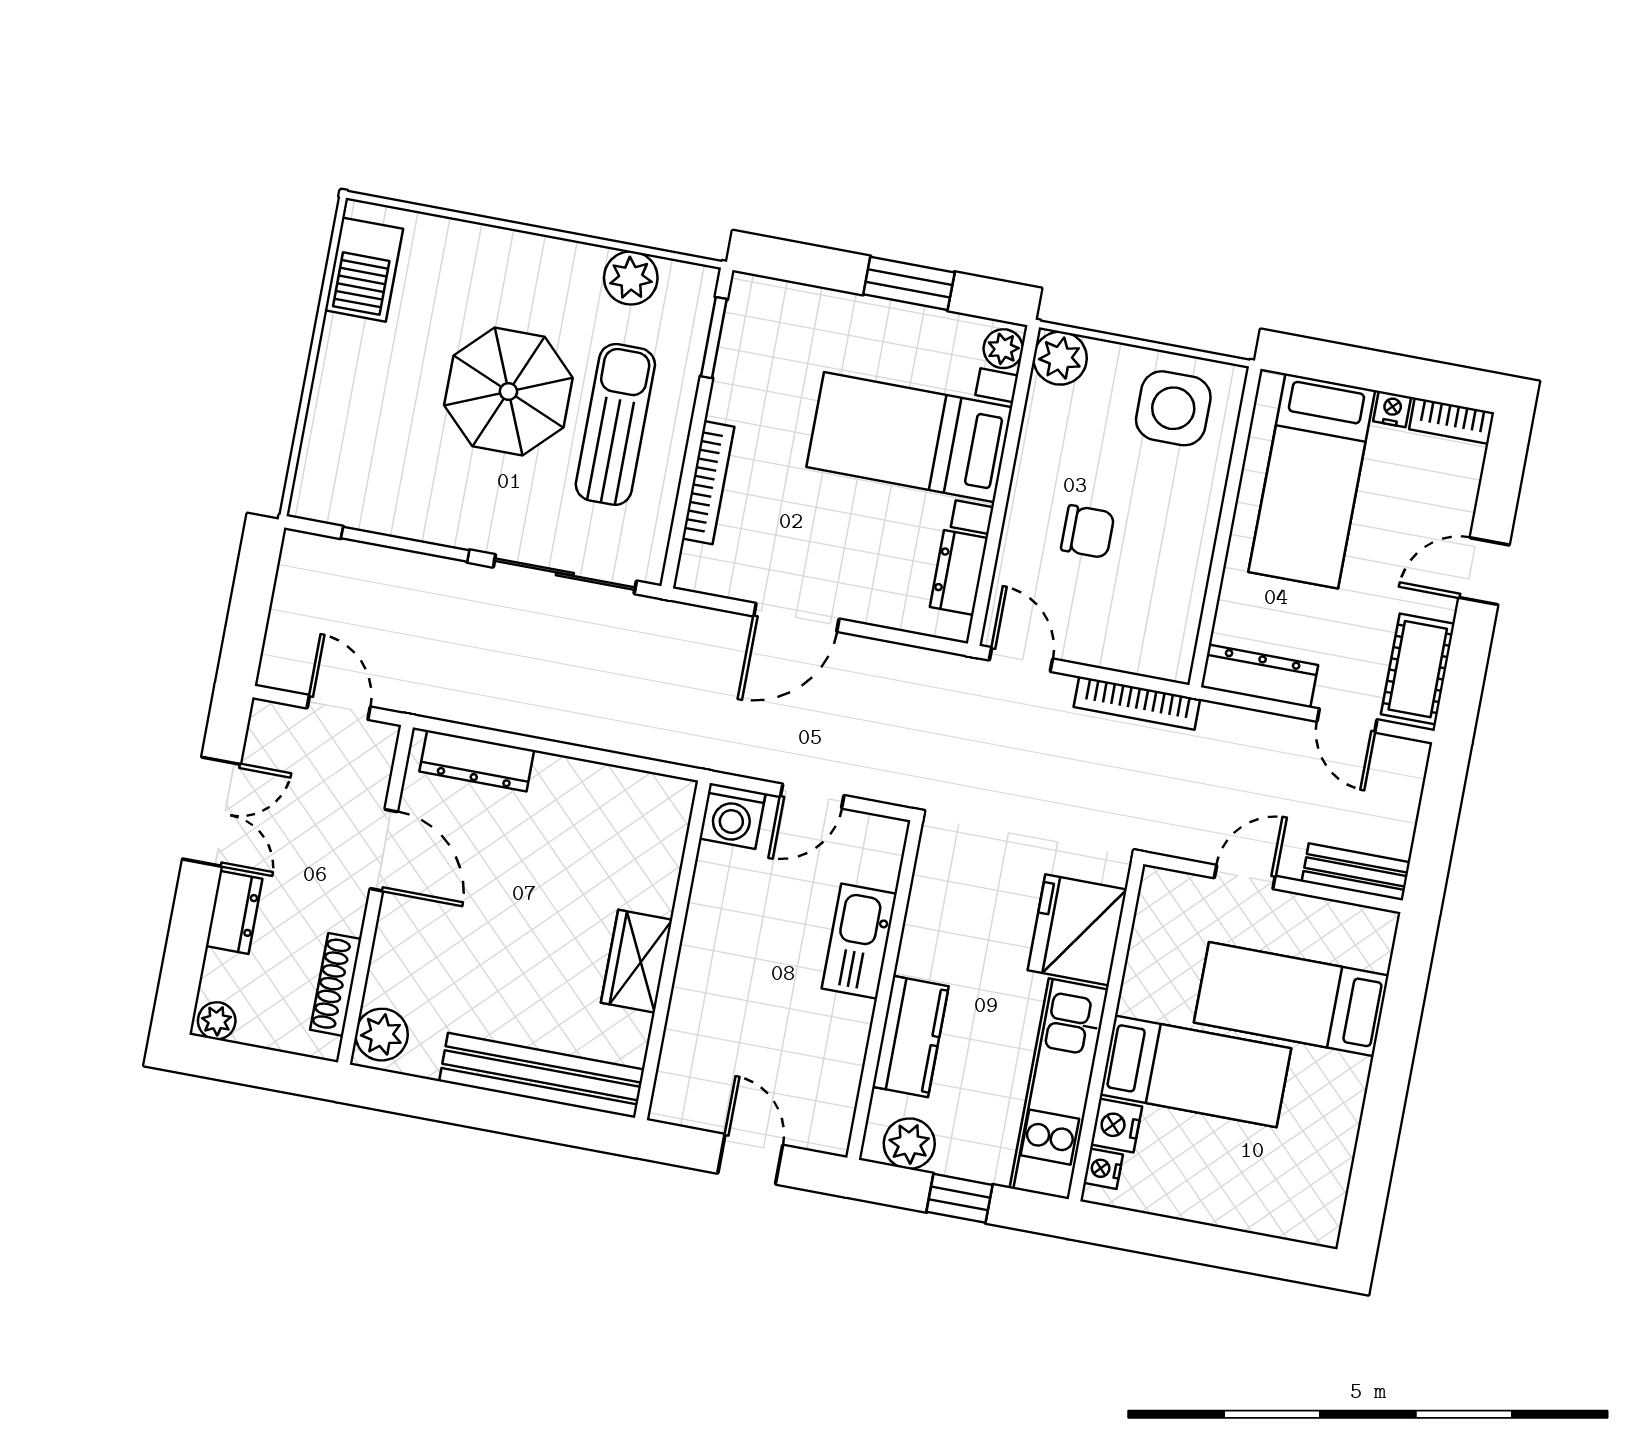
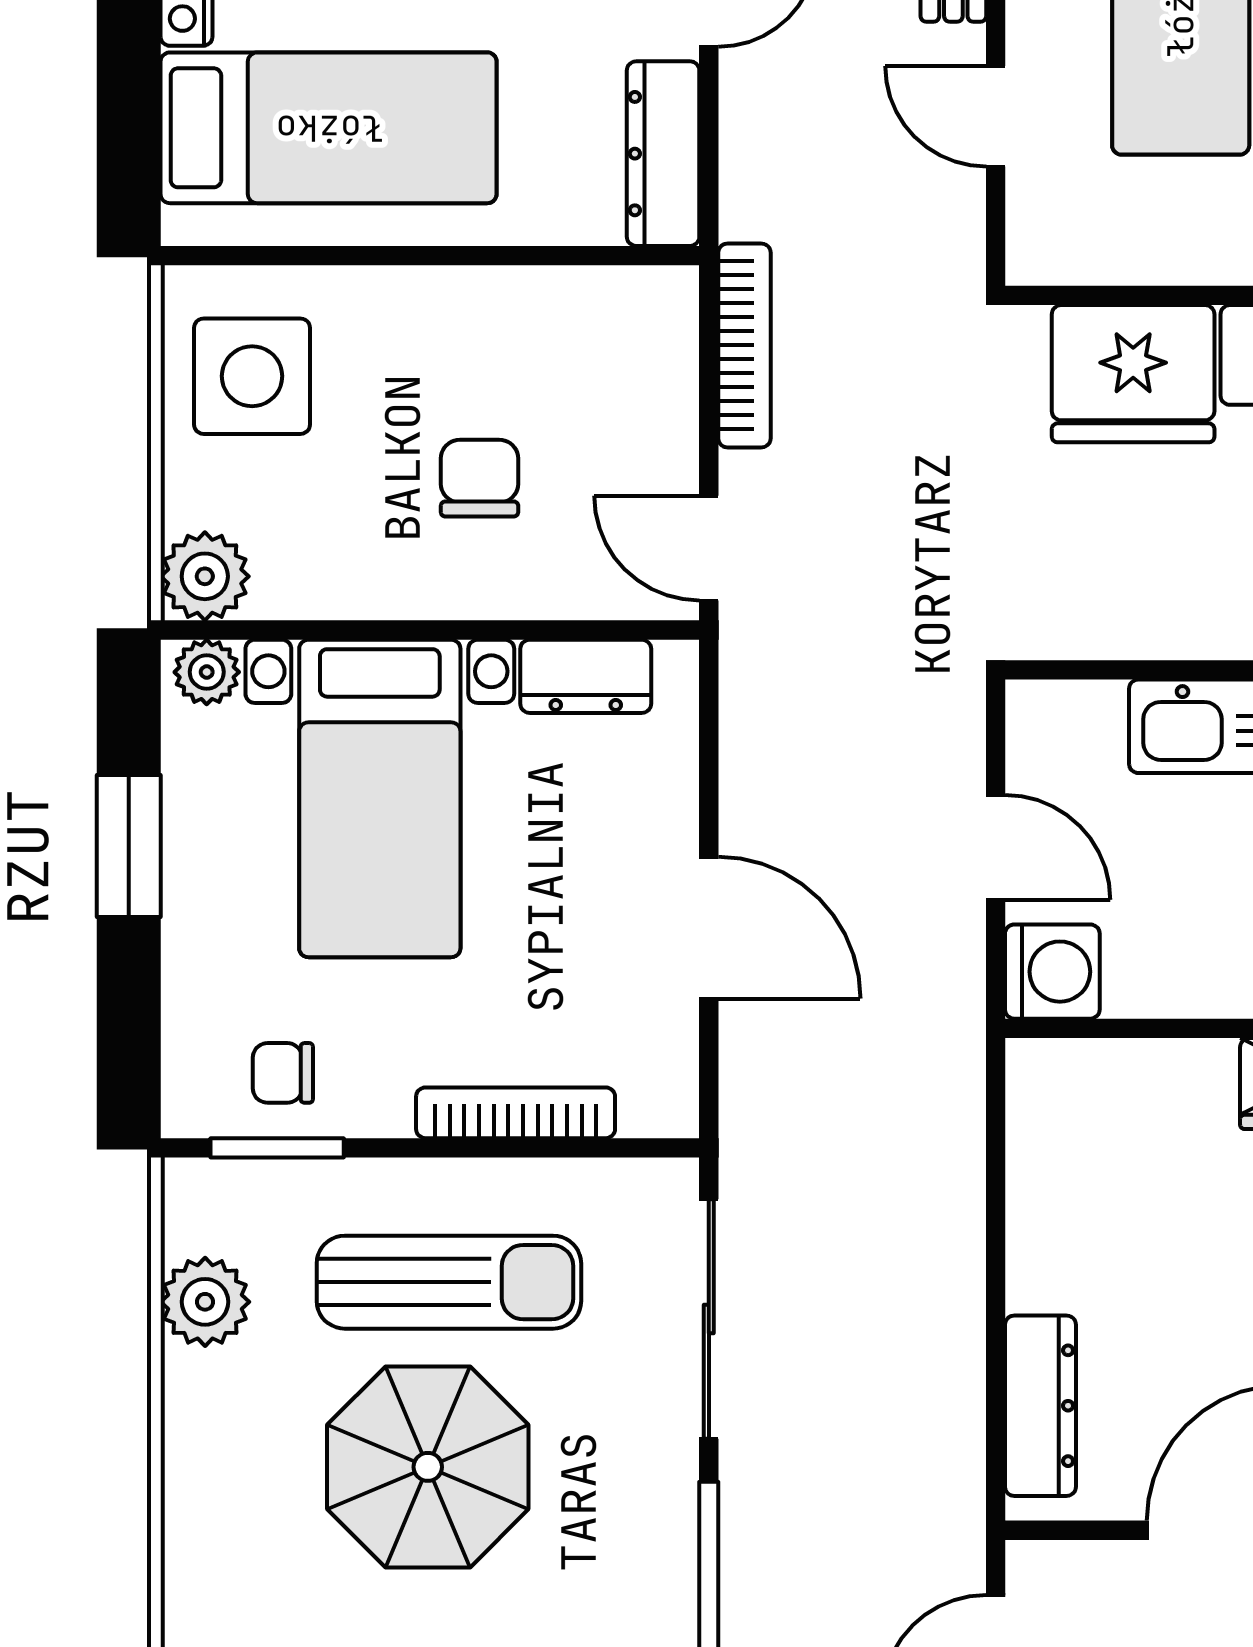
chair: (758, 349) -> (283, 1073), added
sun lounger: (615, 424) -> (449, 1282), turned 180
door: (1021, 659) -> (709, 548), hinge flipped

